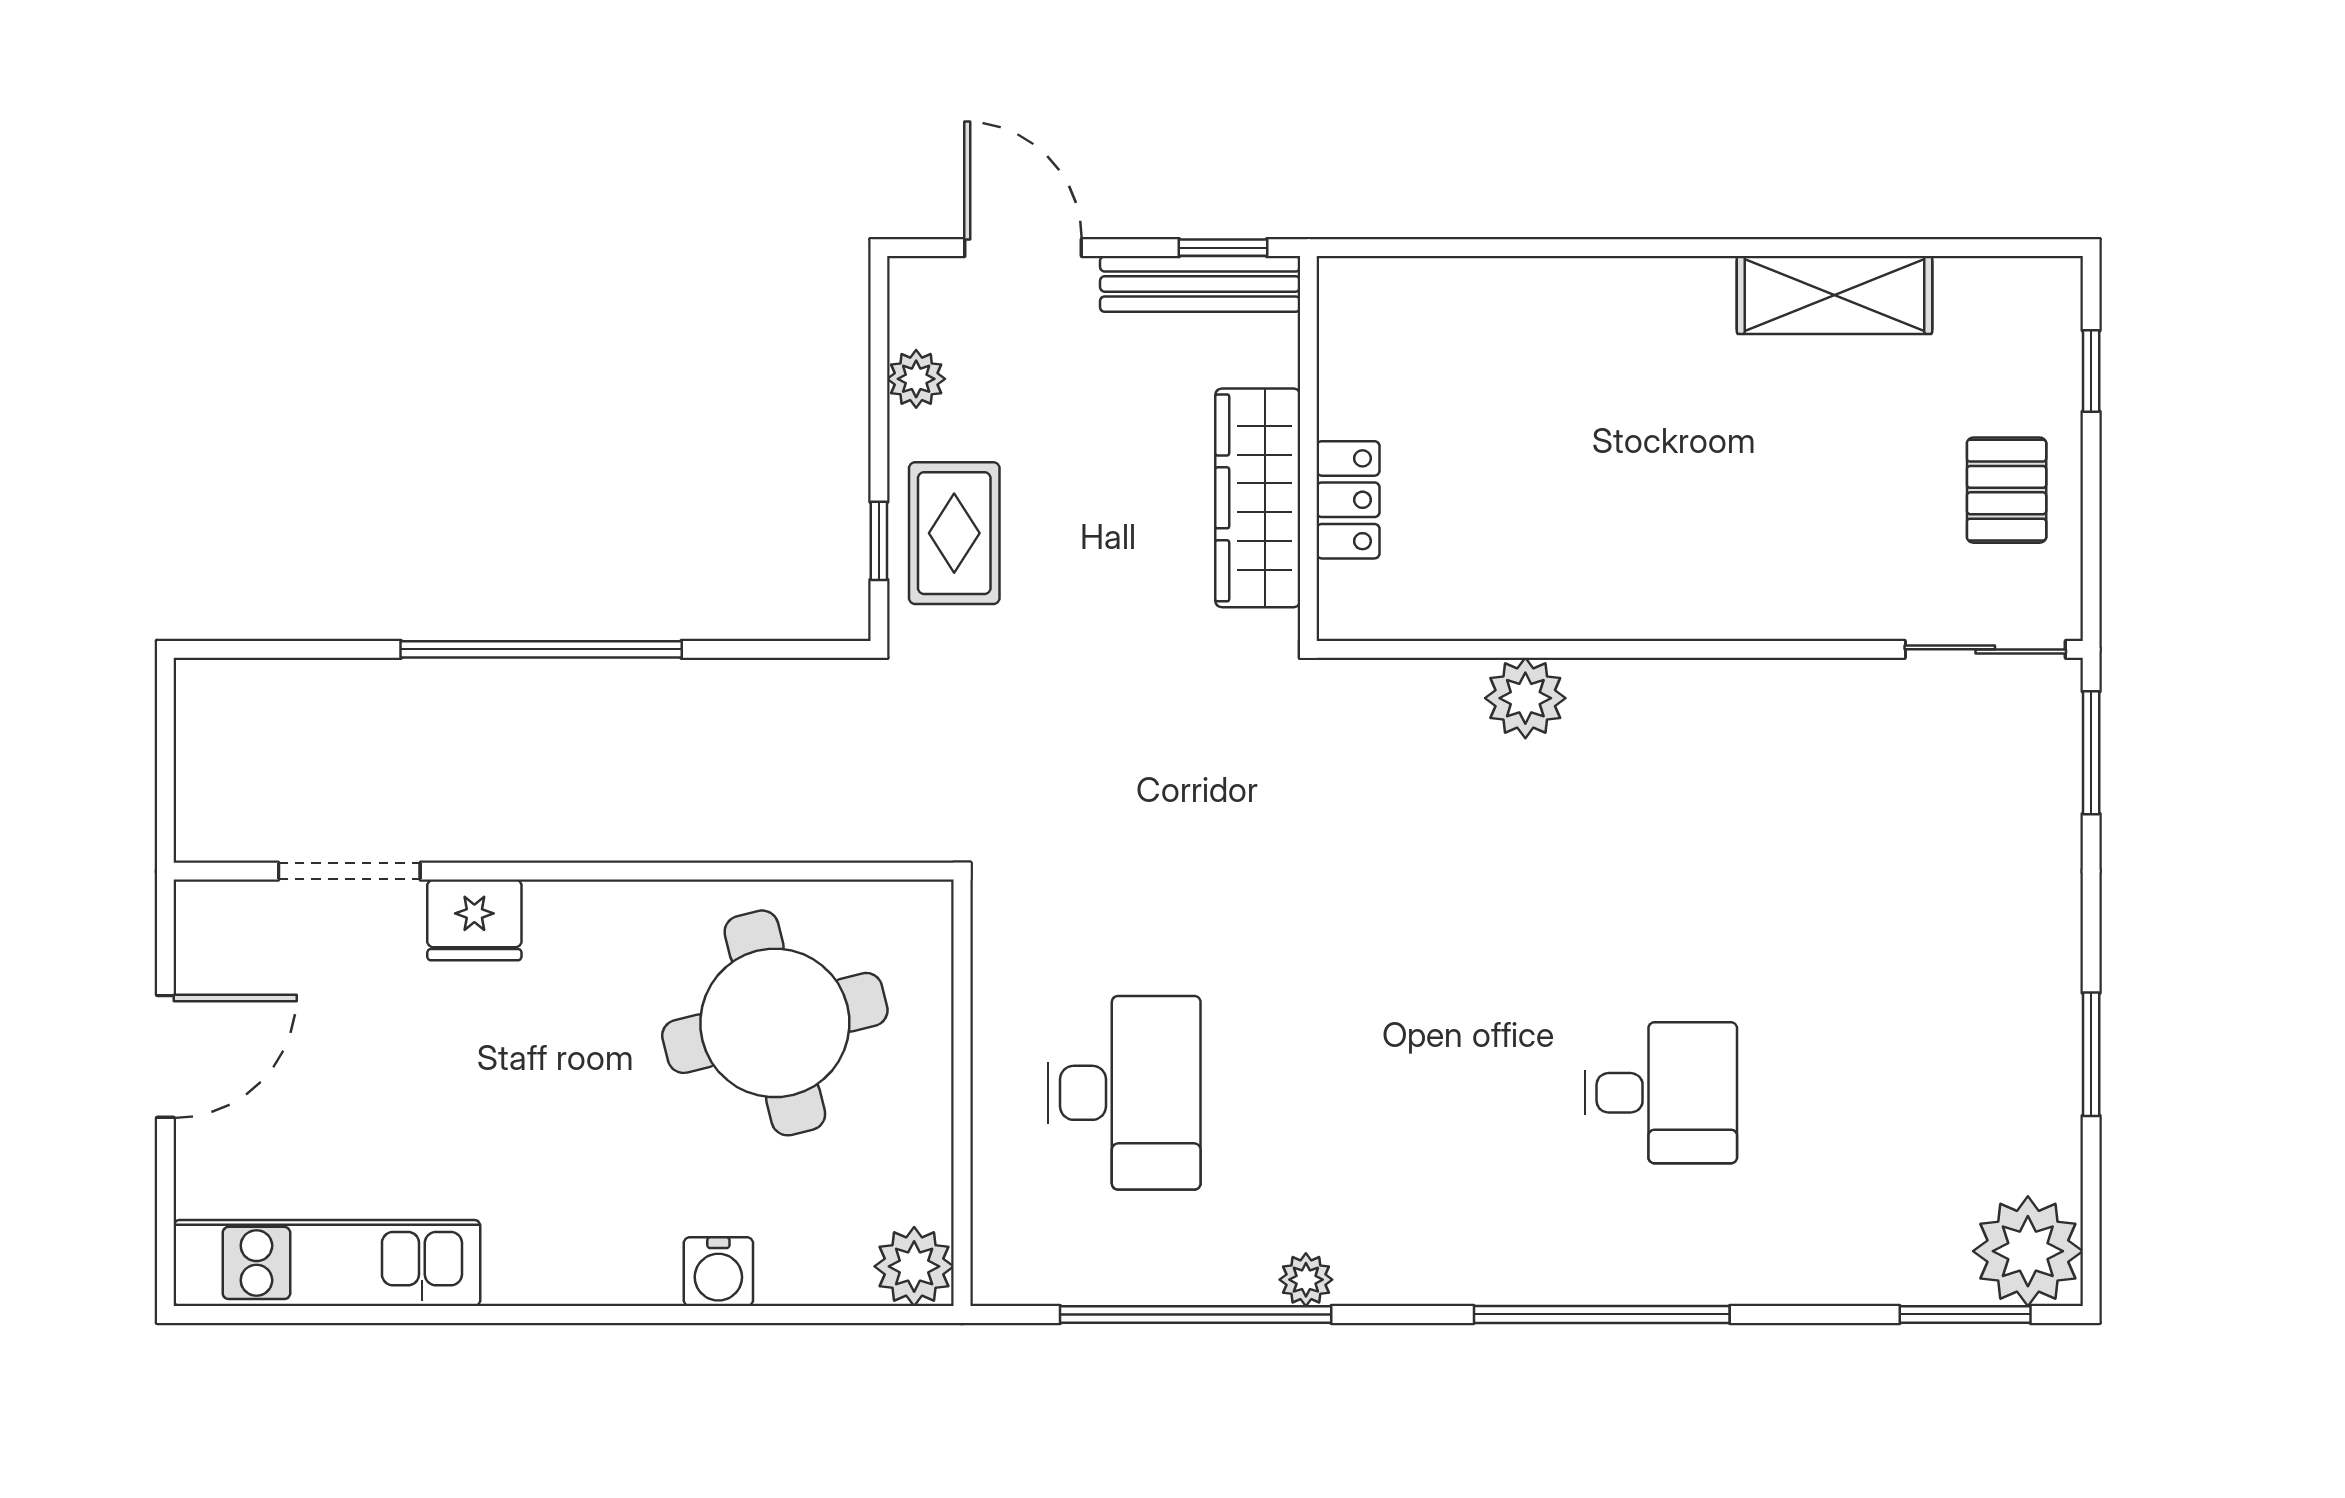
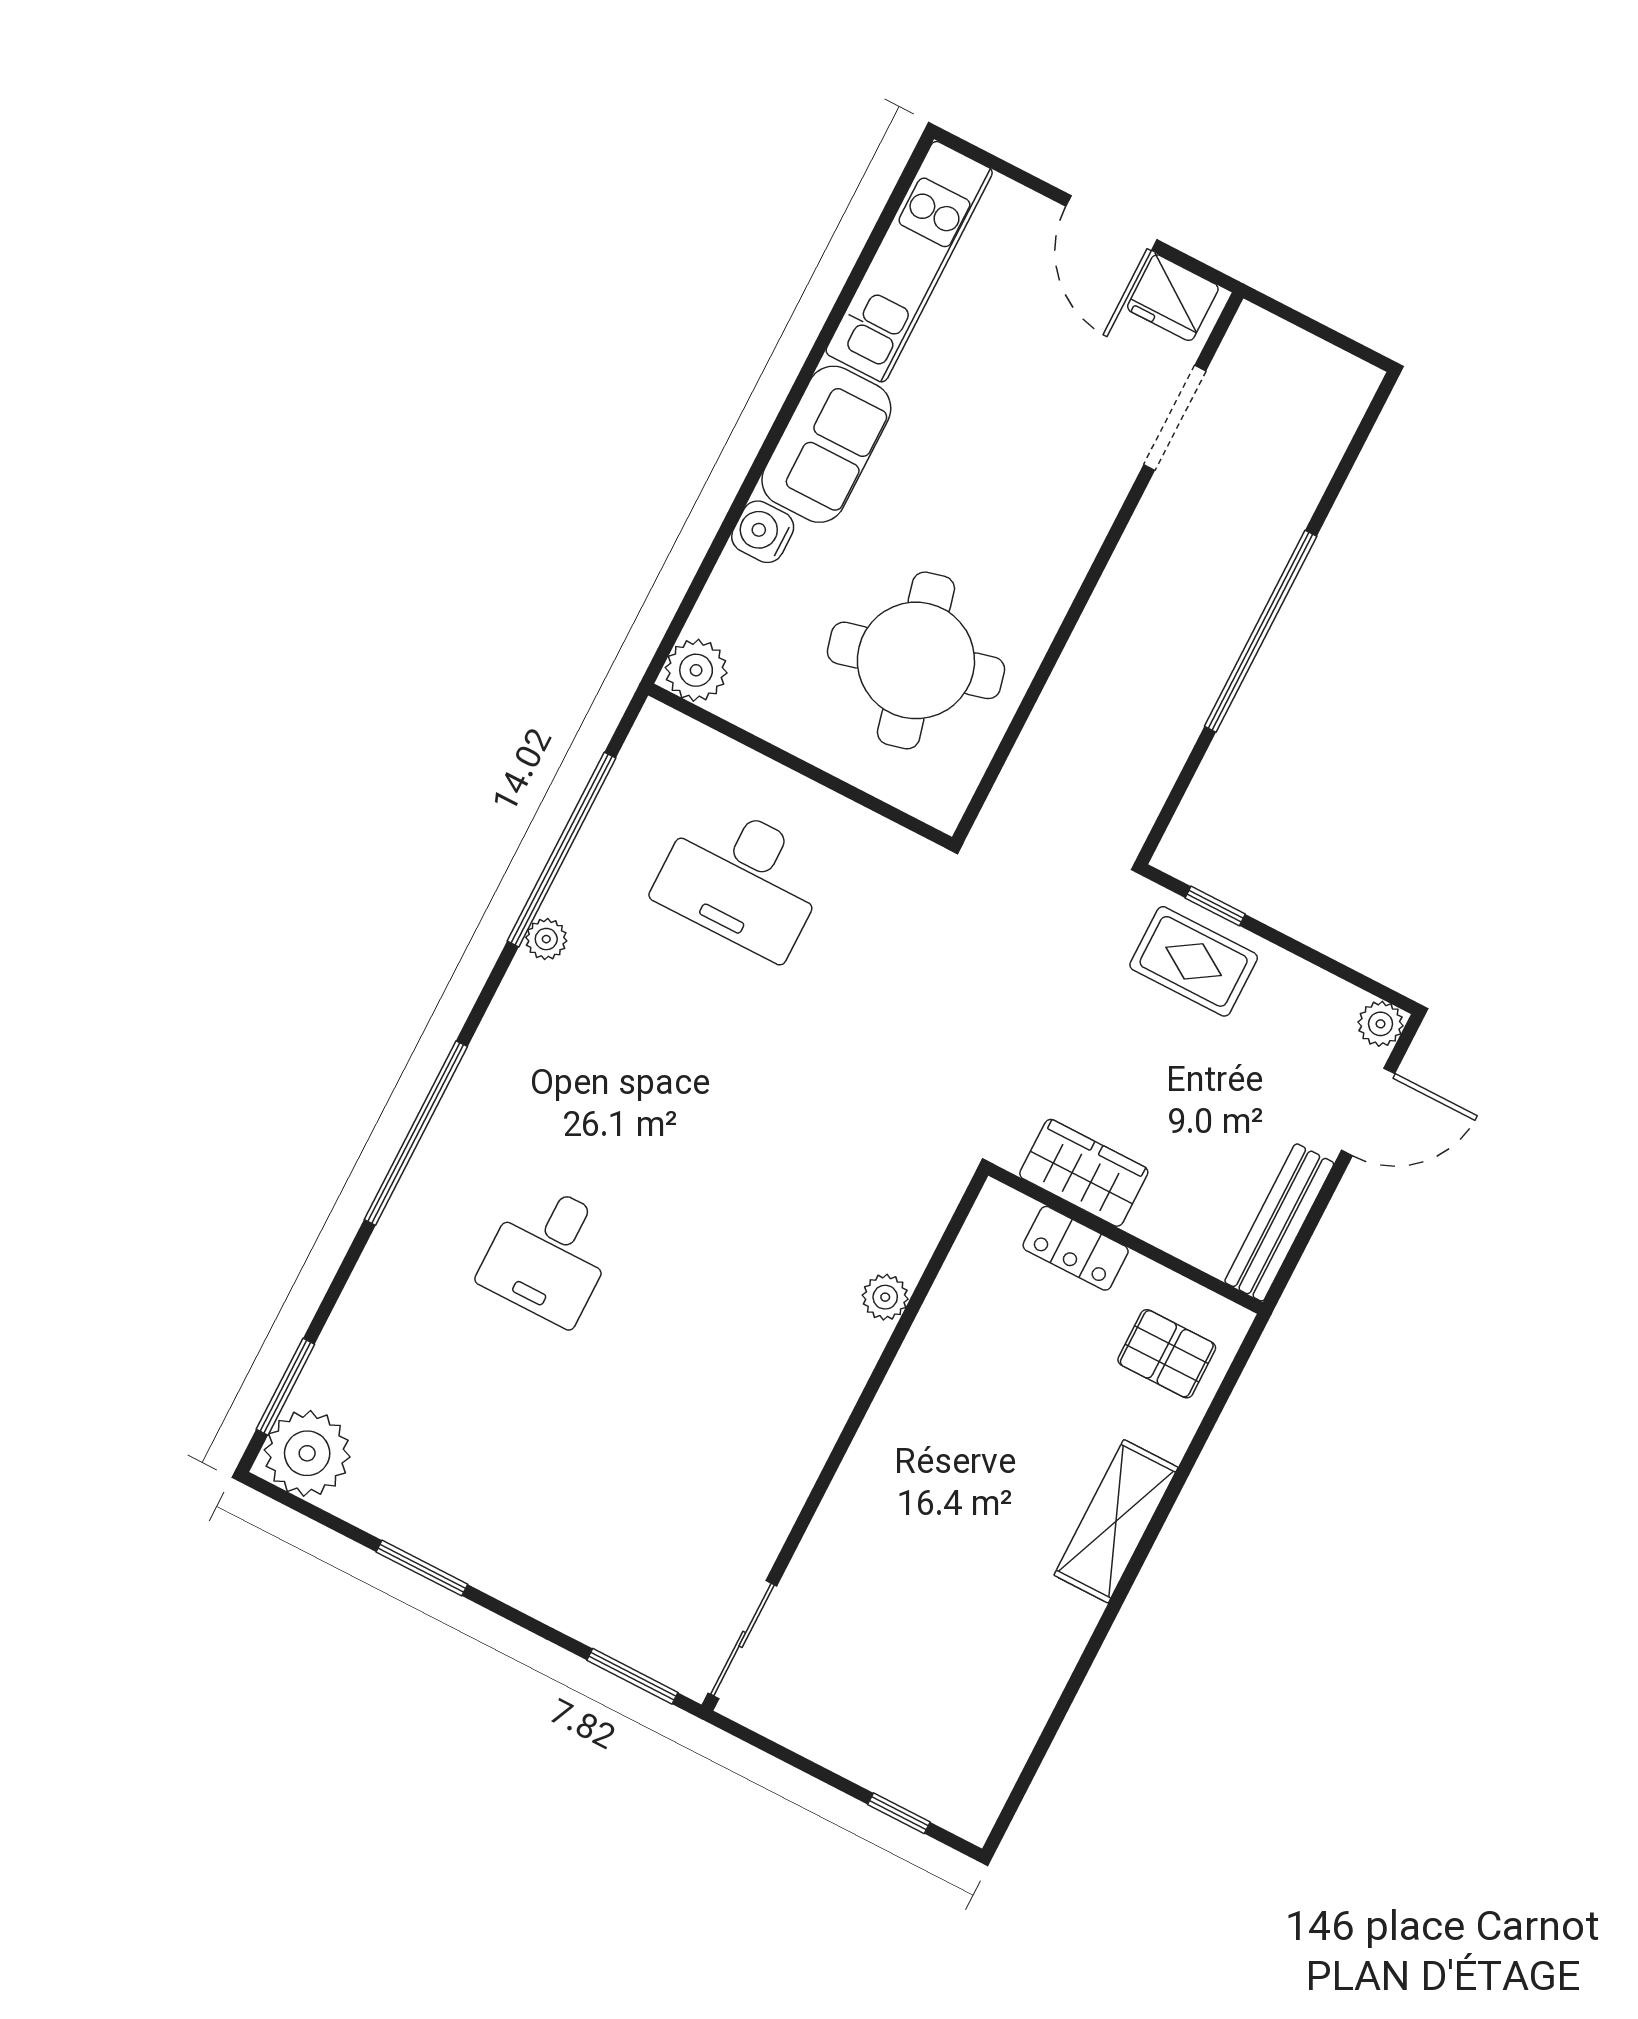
window: (1223, 248) -> (1296, 1251), removed
shelving: (1835, 295) -> (1116, 1521), moved
plant: (916, 379) -> (1381, 1024), moved
pallet: (2007, 490) -> (1167, 1354), moved
wardrobe: (1258, 498) -> (1084, 1173), width x0.67
plant: (1525, 698) -> (885, 1297), width x0.73, depth x0.73
fridge: (474, 920) -> (1173, 298), moved, turned -90
sofa: (582, 1250) -> (826, 444), added

